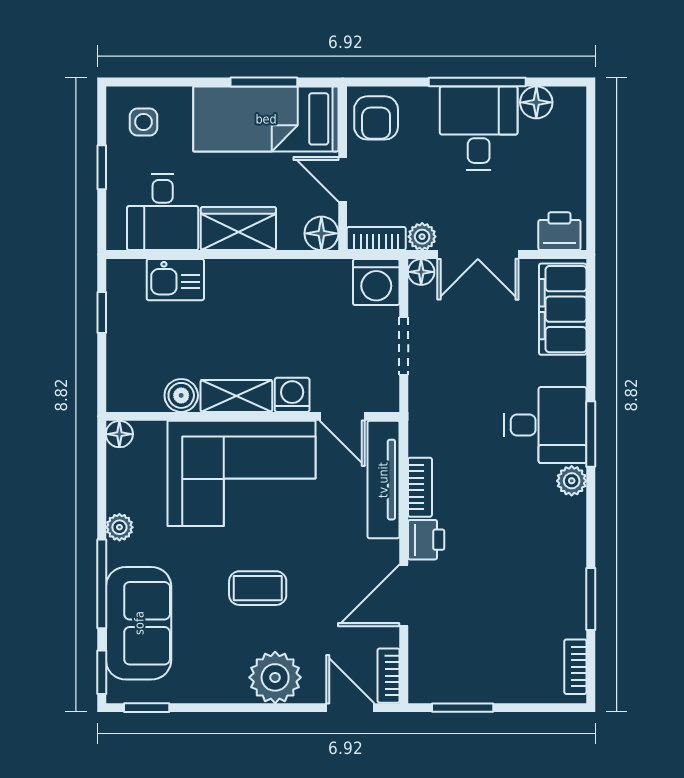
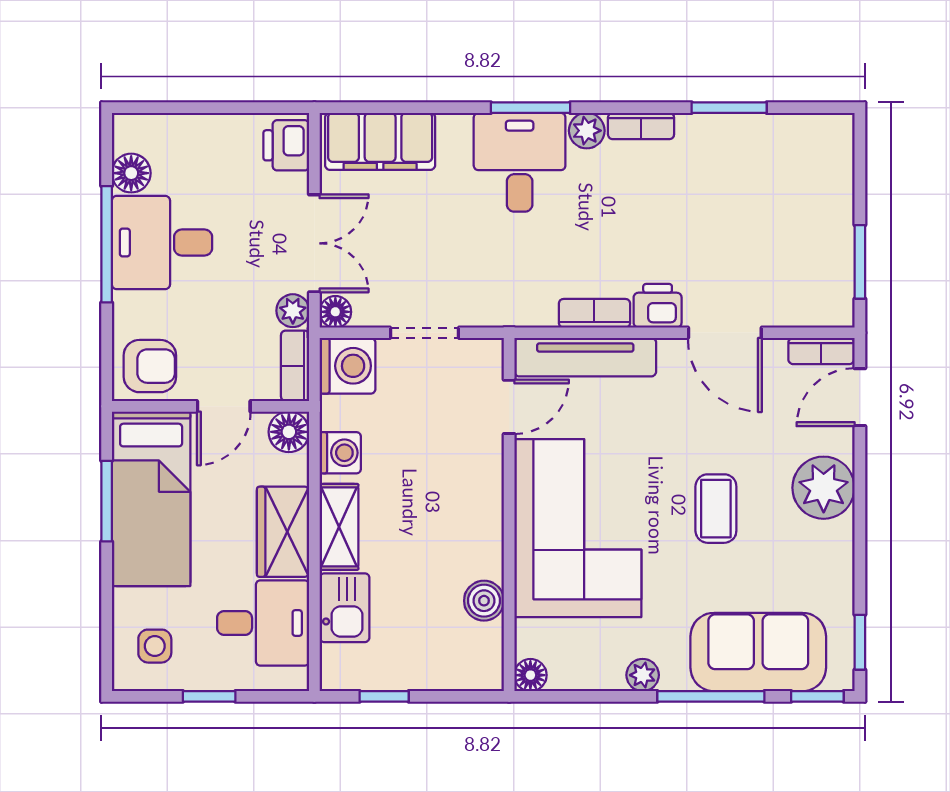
washing machine: (292, 395) -> (340, 453), moved, turned 180
shelving: (236, 396) -> (339, 527), moved
bookcase: (575, 667) -> (641, 126), moved

